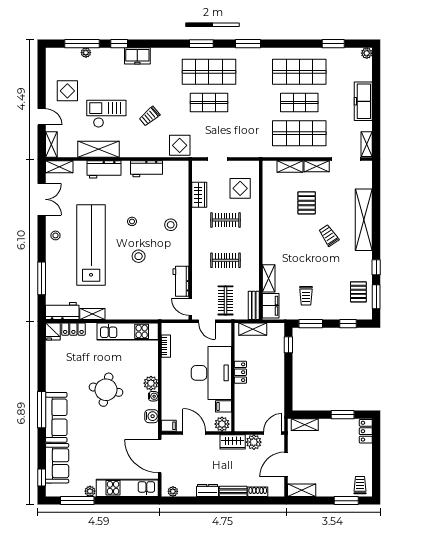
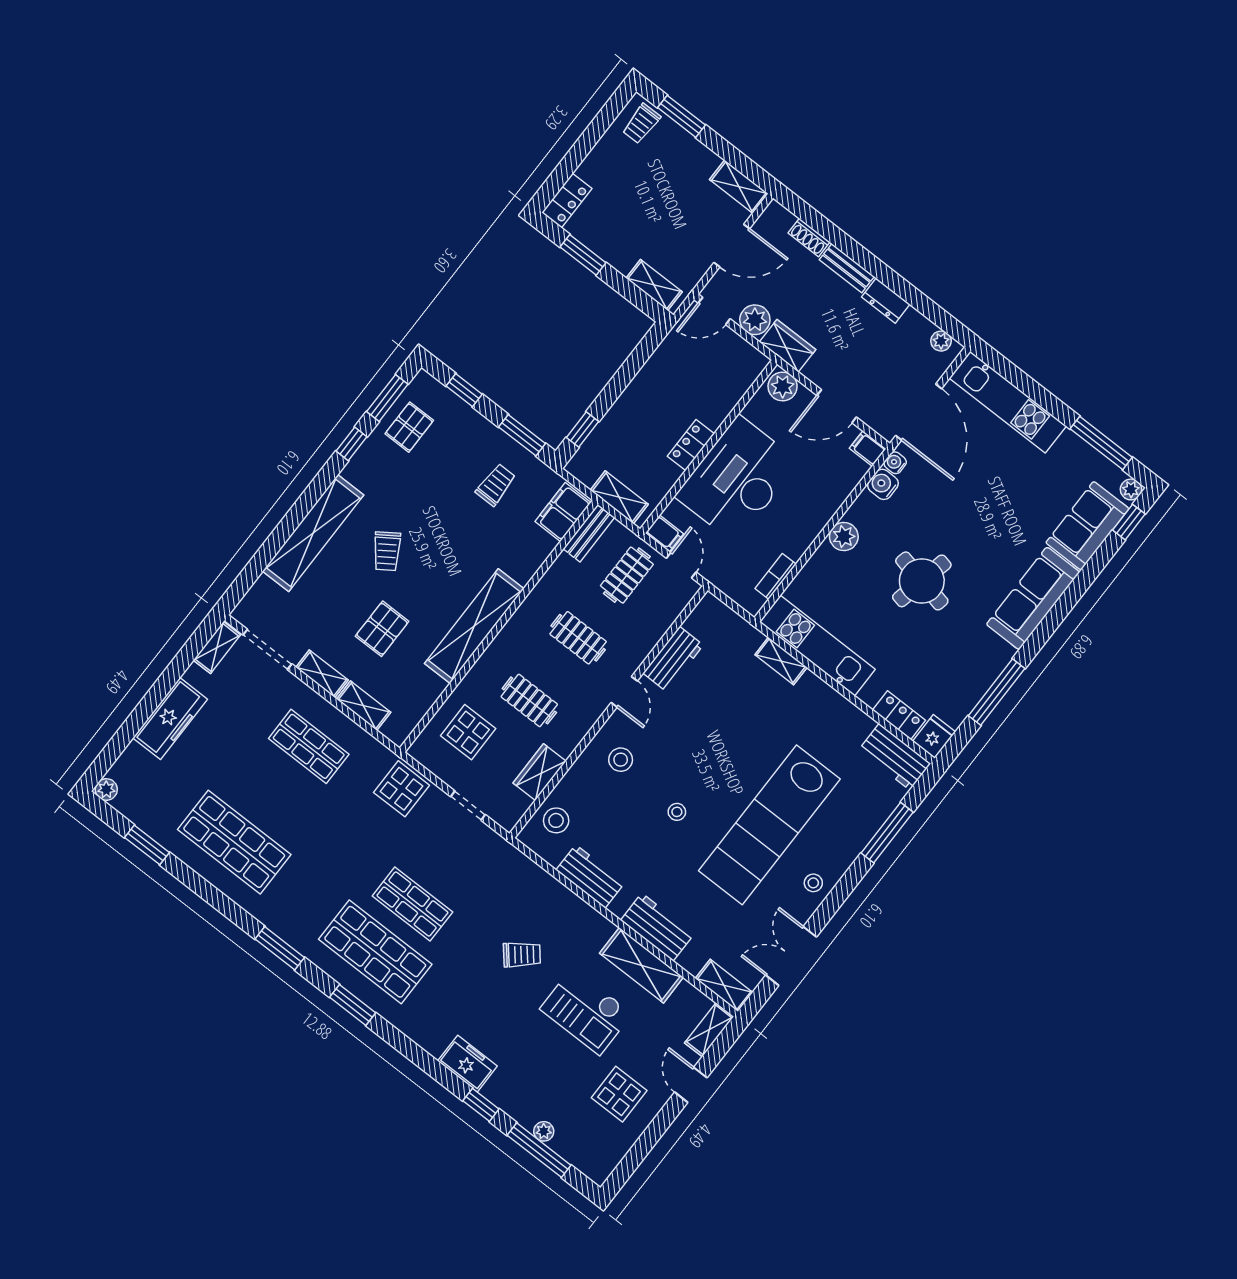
shop shelf: (299, 103) -> (271, 794), removed
shop shelf: (299, 133) -> (309, 746), width x0.70, depth x0.74
display table: (180, 145) -> (402, 789), moved
stool: (139, 256) -> (556, 820), moved
shelving: (269, 278) -> (474, 626), moved, width x2.20, depth x1.33
door: (190, 307) -> (624, 692), moved
shelving: (92, 314) -> (781, 661), moved
water cooler: (153, 396) -> (895, 463), moved
filing cabinet: (223, 406) -> (664, 533), moved
window: (42, 410) -> (997, 692), moved
door: (194, 433) -> (837, 406), hinge flipped
plant: (90, 491) -> (1131, 489), moved

